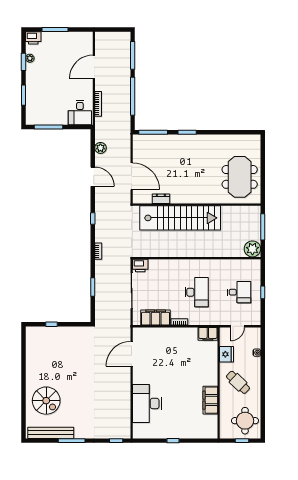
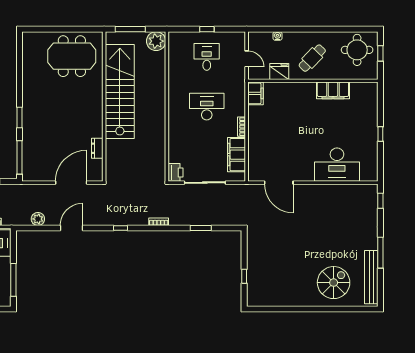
stairs: (180, 218) -> (120, 91), moved

